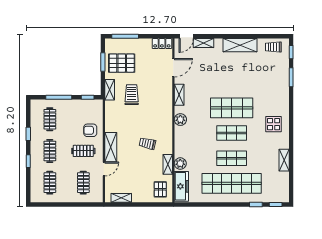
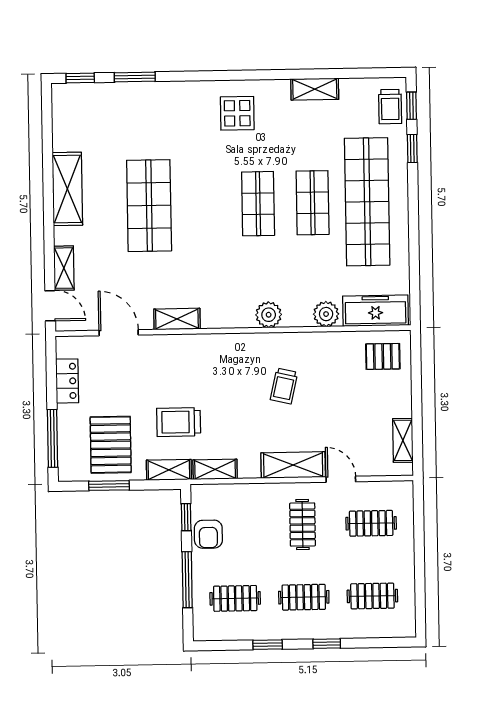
locker: (162, 44) -> (67, 381), moved
trolley: (273, 47) -> (390, 107), moved
shop shelf: (232, 108) -> (149, 206), moved
plant: (180, 120) -> (269, 315), moved
armchair: (90, 130) -> (208, 534), moved
shelving: (168, 164) -> (215, 469), moved

